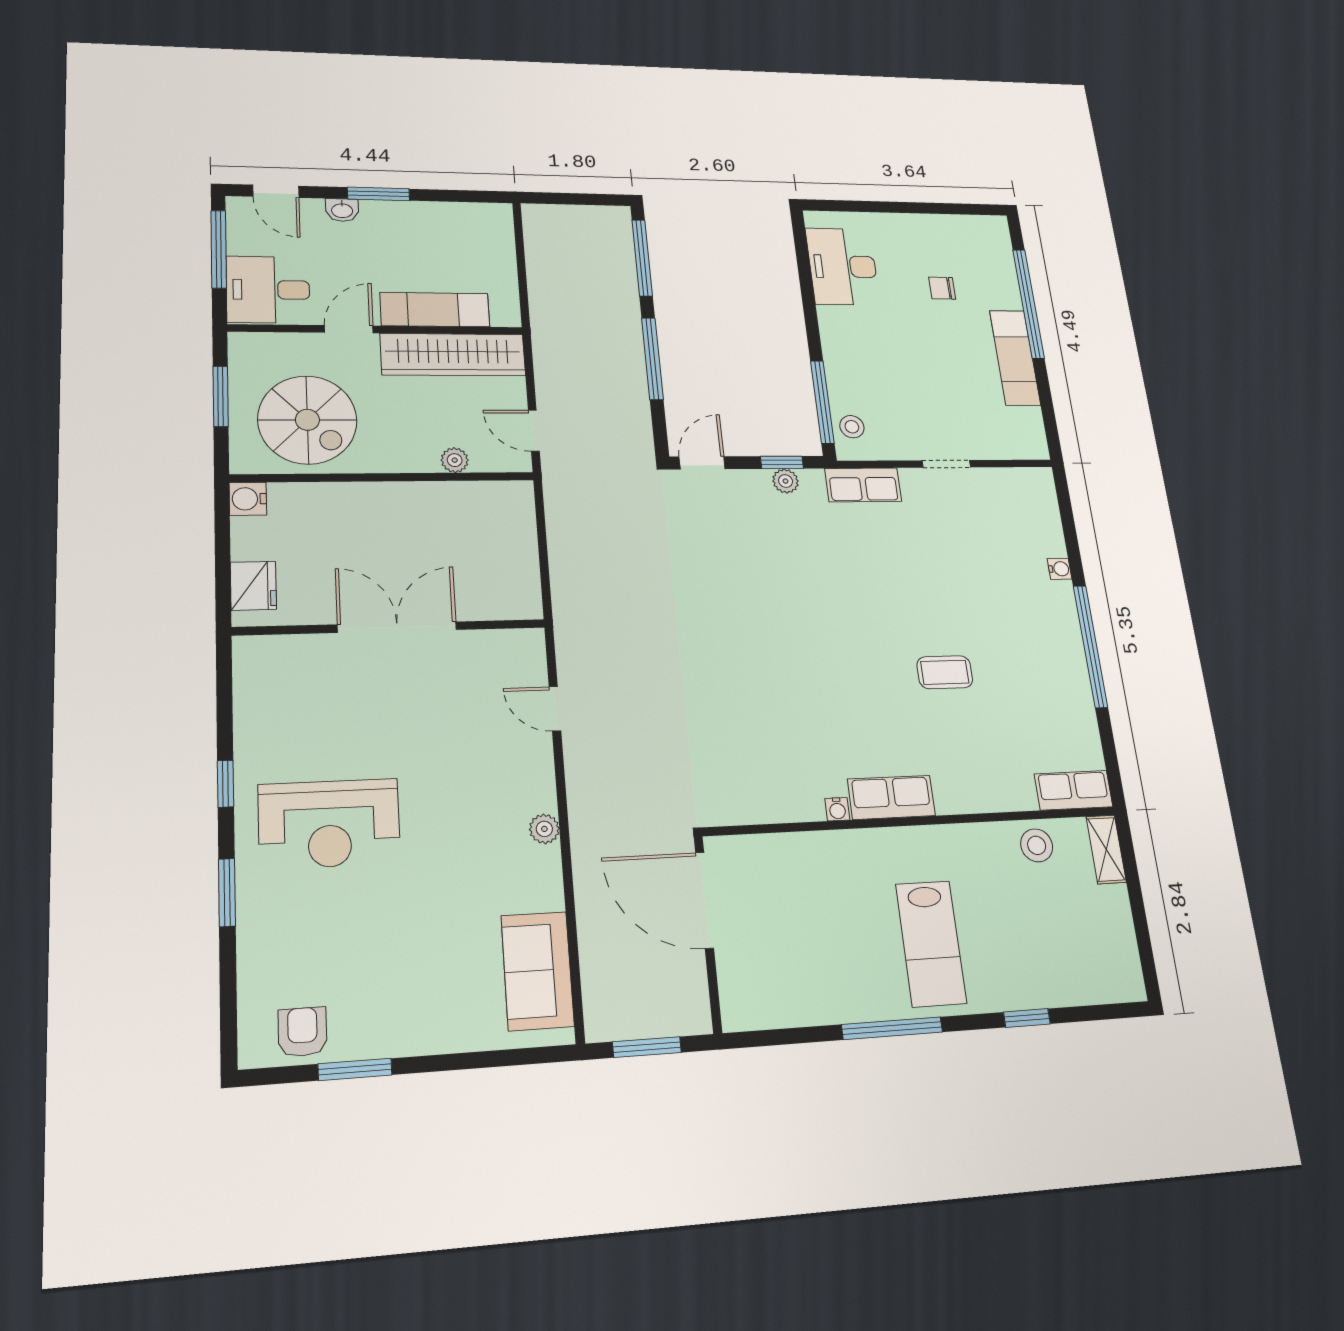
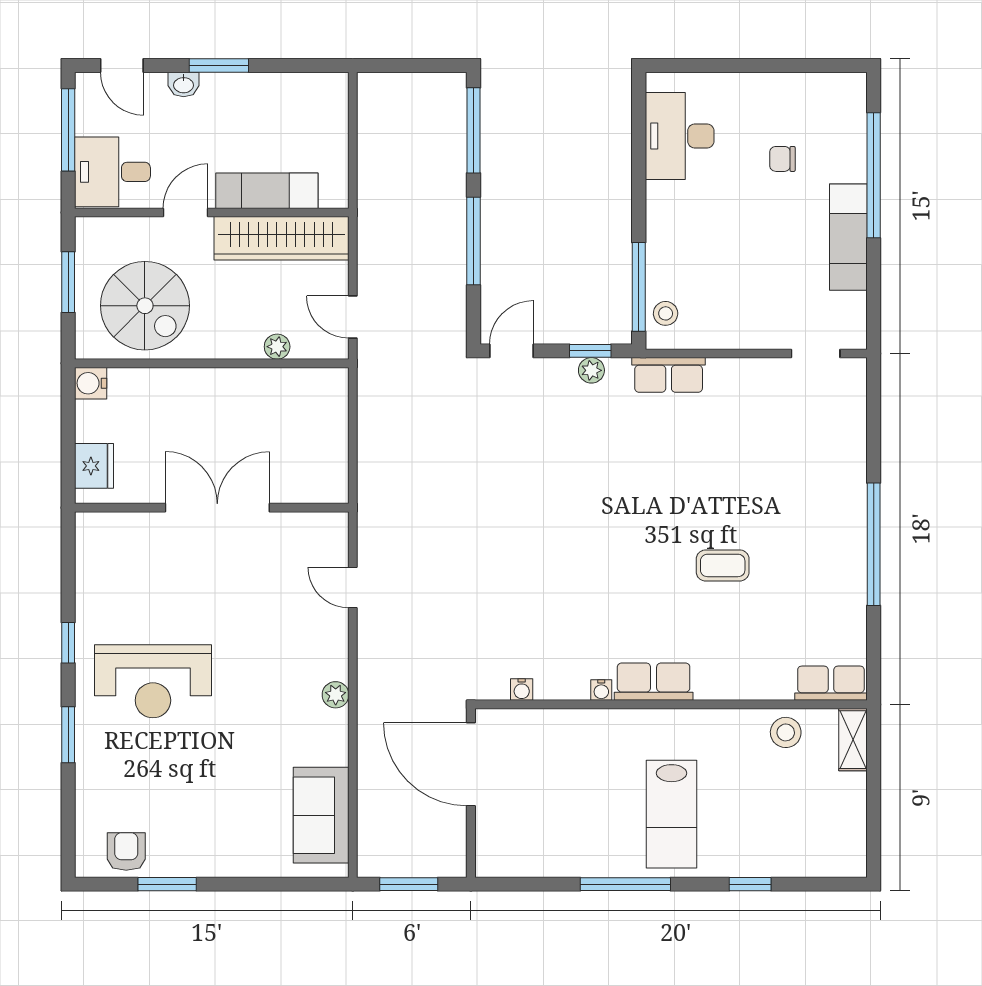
doorway: (946, 464) -> (816, 353), moved
water cooler: (1060, 569) -> (522, 690), moved, turned 90

